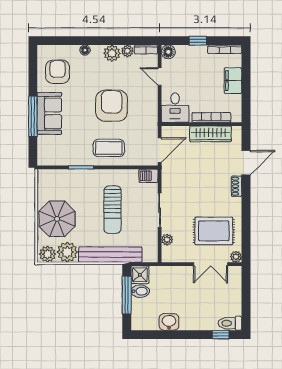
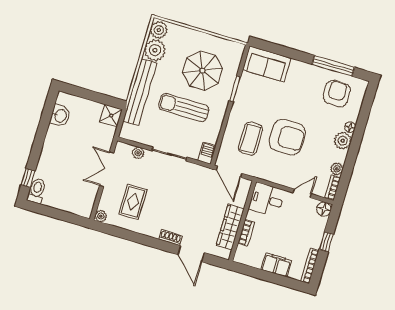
plant: (112, 53) -> (343, 141), moved
armchair: (58, 72) -> (337, 93), turned -90
sofa: (49, 113) -> (267, 64), moved
window: (33, 116) -> (333, 66), moved
bookcase: (211, 117) -> (246, 233), width x0.64
coffee table: (109, 148) -> (250, 139), moved
parasol: (57, 219) -> (202, 71), moved
rug: (214, 231) -> (133, 202), width x0.73, depth x0.70
double door: (211, 264) -> (107, 169), moved
bidet: (140, 291) -> (95, 111), removed
window: (127, 295) -> (95, 97), removed
washbasin: (169, 322) -> (60, 116), moved

